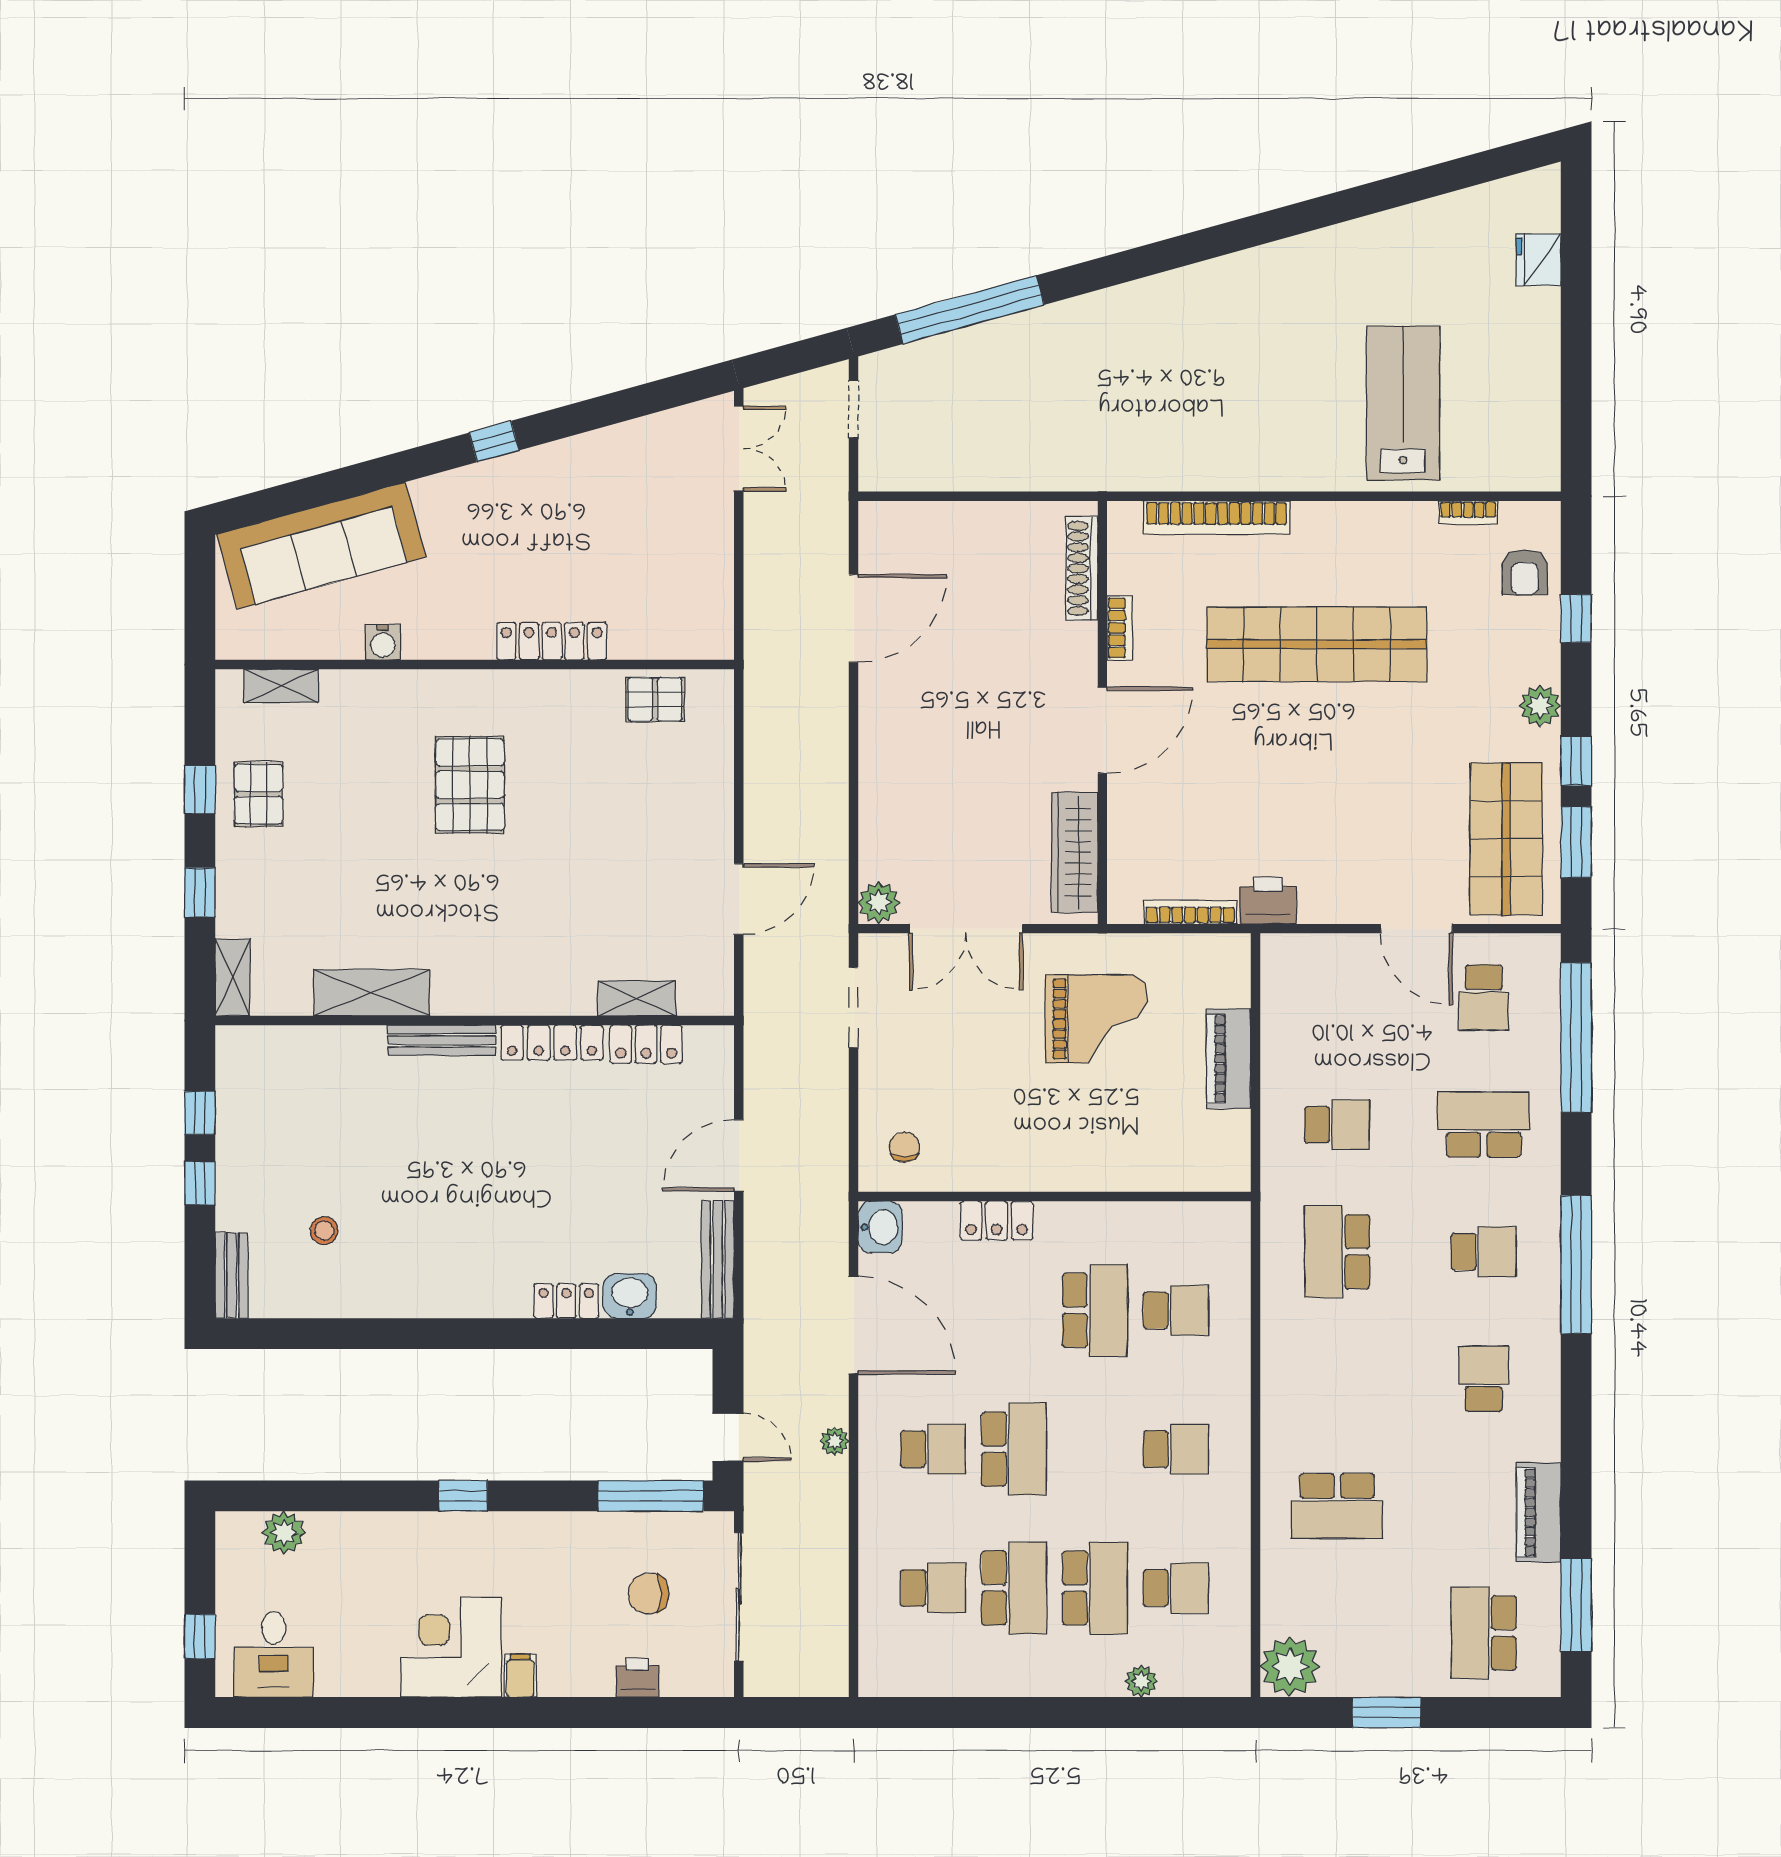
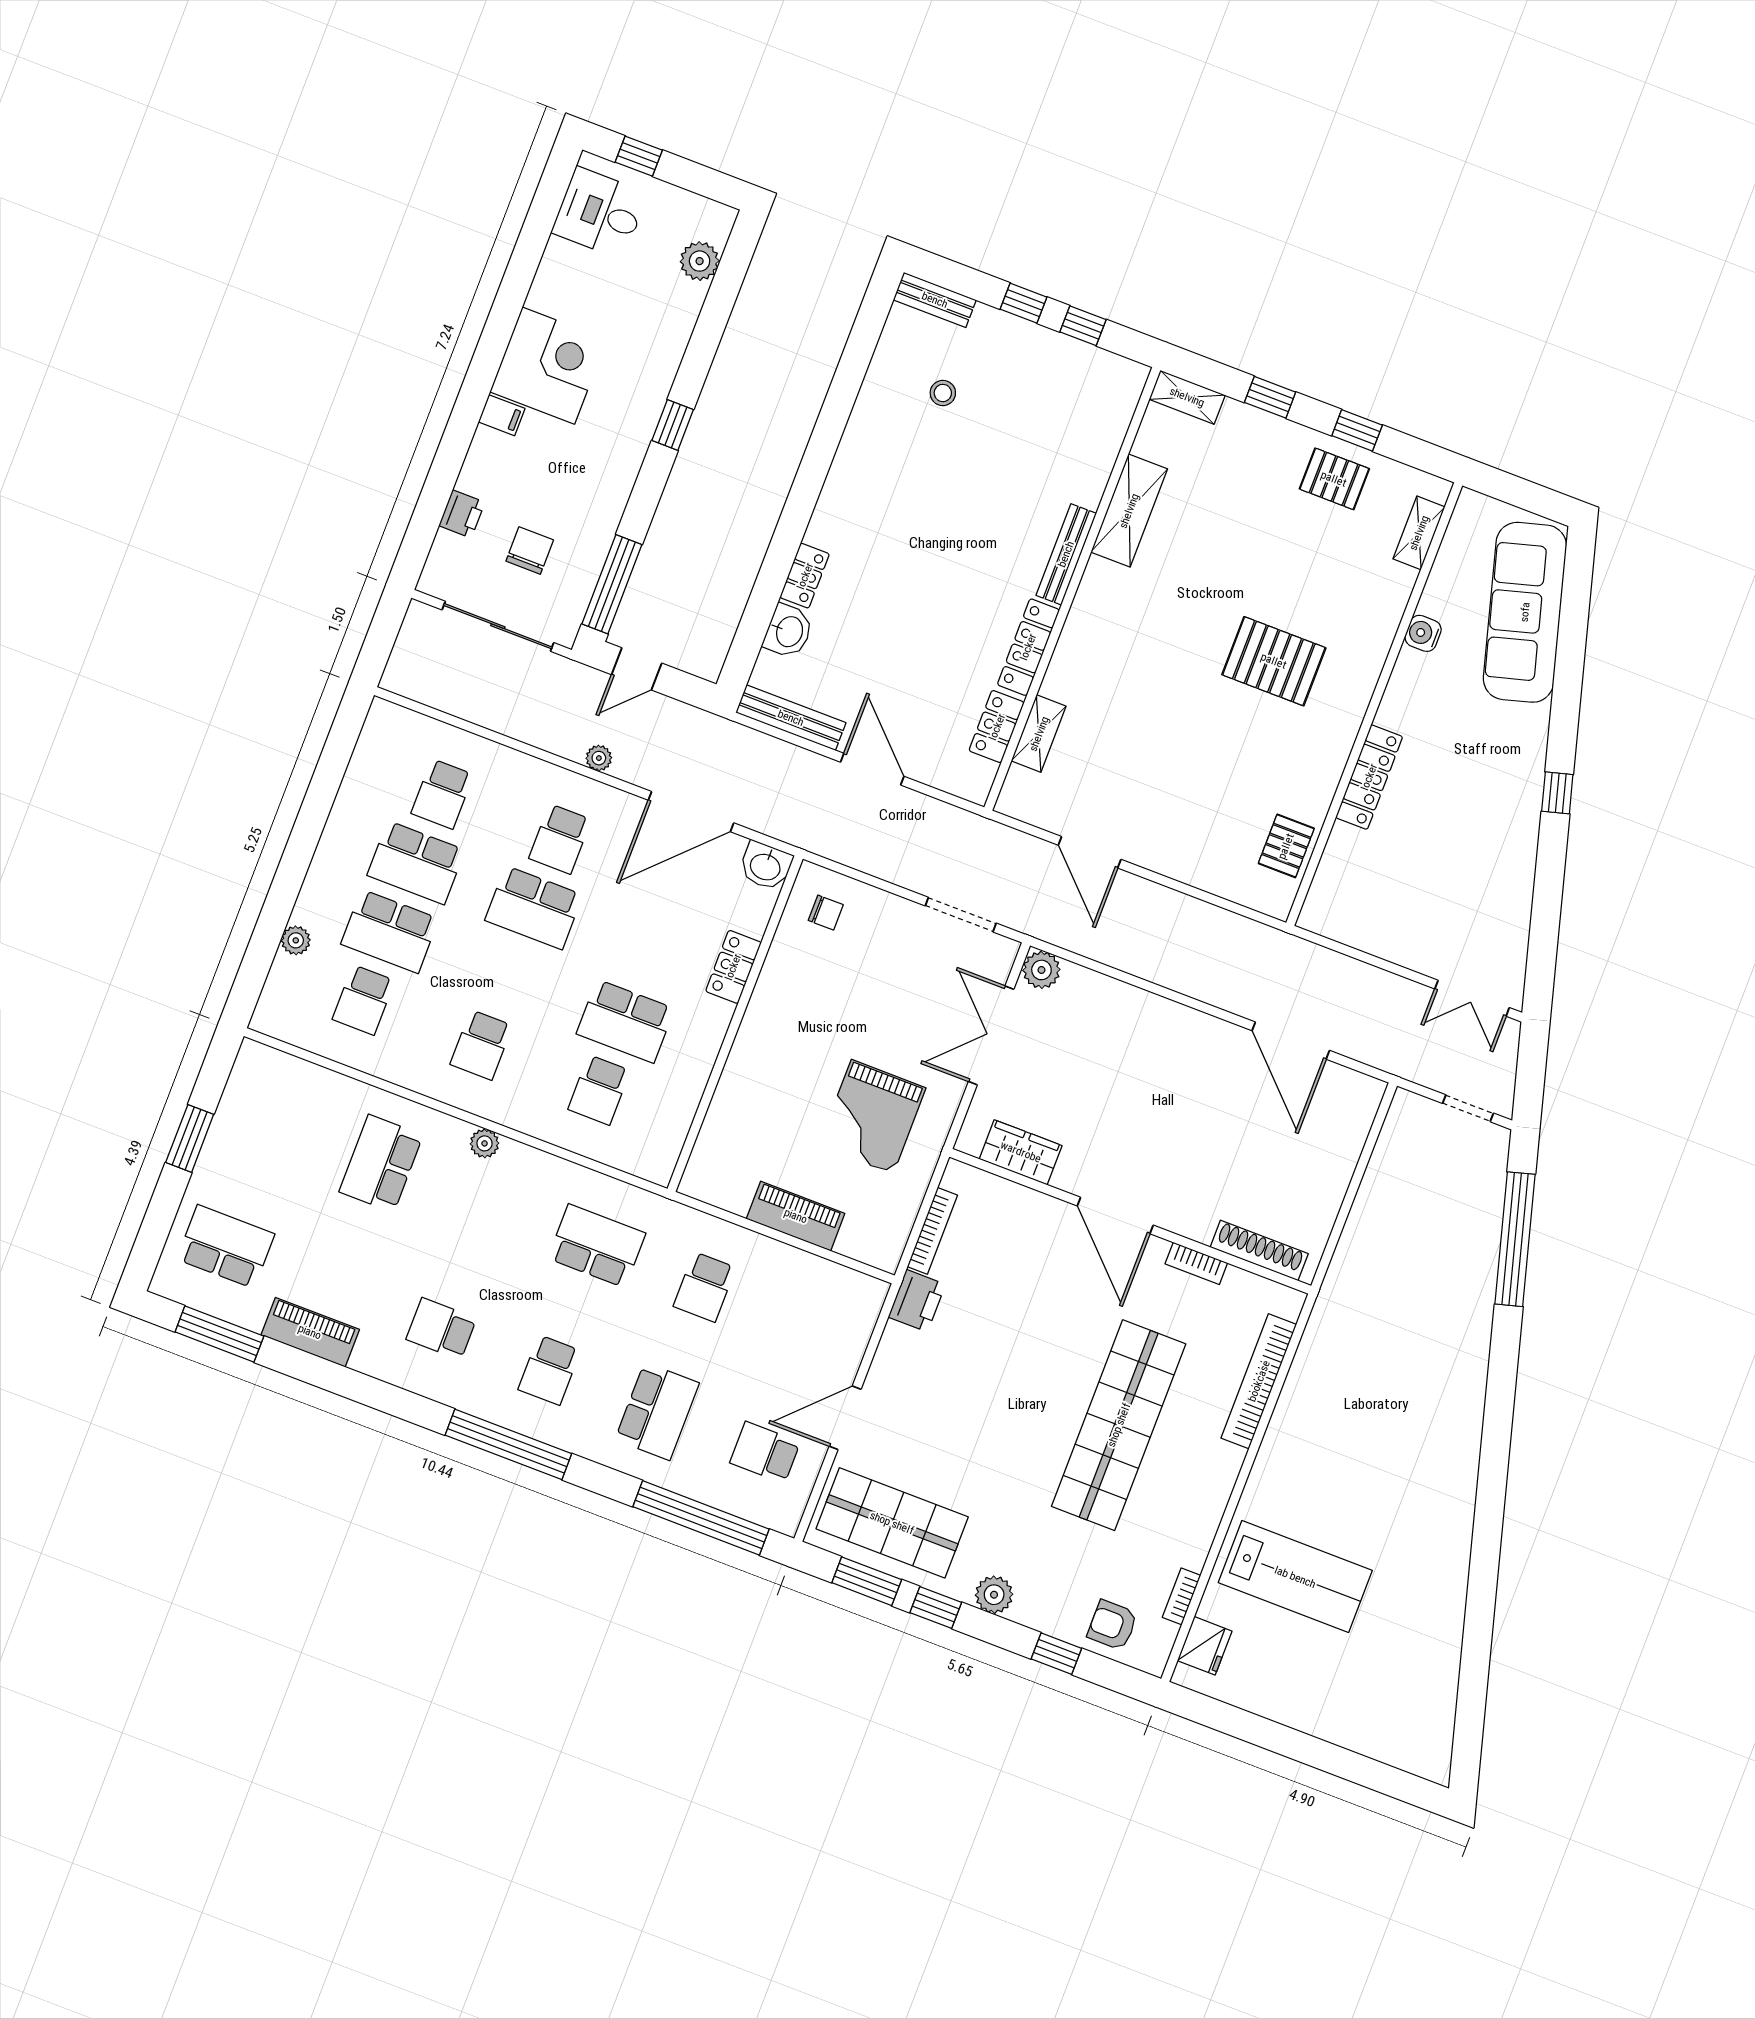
fridge: (1538, 260) -> (1205, 1646), moved, turned 90
wardrobe: (1075, 852) -> (1021, 1152), width x0.67
school desk: (1484, 1379) -> (441, 1329), turned 180
plant: (1290, 1667) -> (485, 1143), moved, width x0.53, depth x0.53

